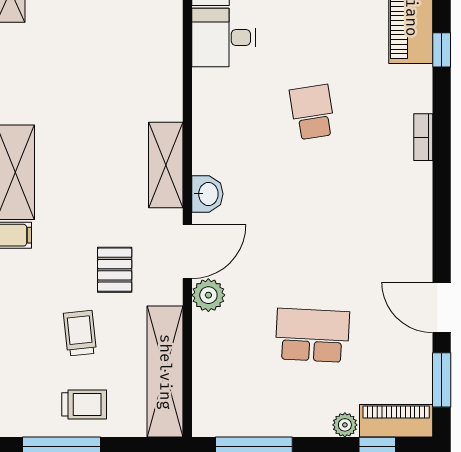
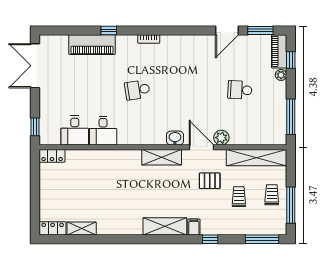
trolley: (80, 333) -> (239, 197), turned 96
school desk: (312, 335) -> (240, 90), width x0.54

